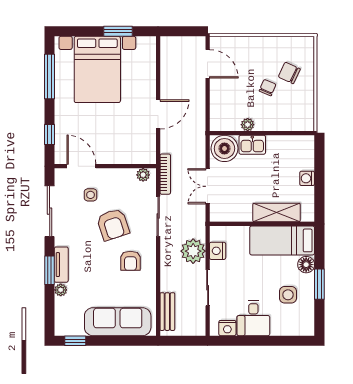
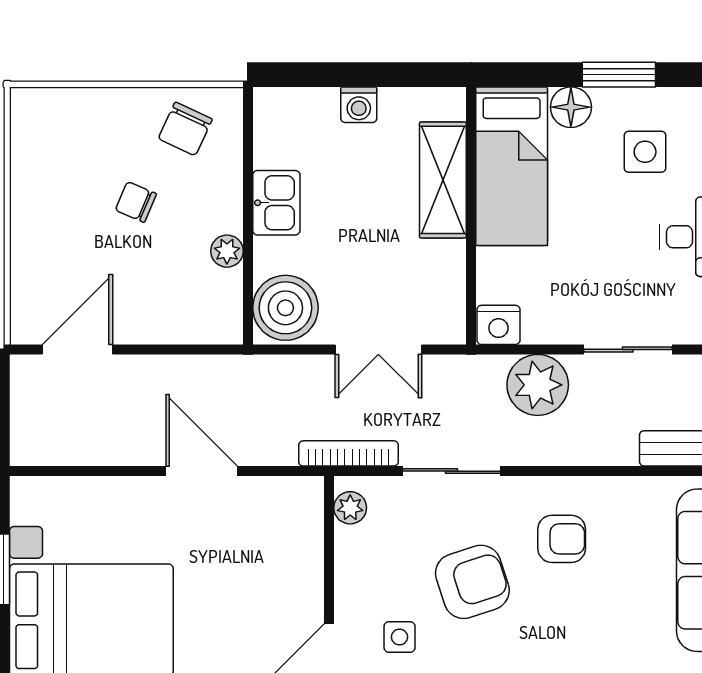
chair: (289, 73) -> (185, 129), moved
kitchen sink: (252, 145) -> (276, 203), moved
nightstand: (218, 251) -> (498, 325), moved

